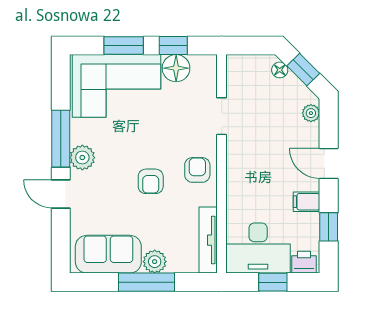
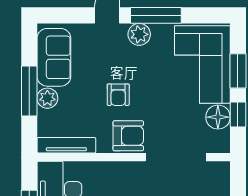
doorway: (222, 116) -> (176, 157), width x1.88
armchair: (197, 170) -> (128, 136), width x1.38, depth x1.38
armchair: (151, 181) -> (118, 95), turned -90

